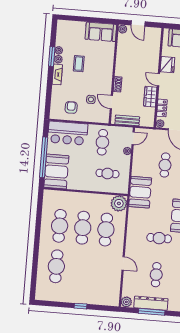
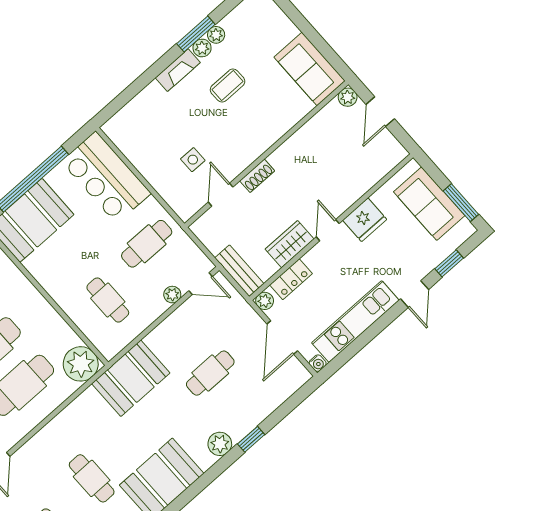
armchair: (71, 107) -> (150, 143), removed
bench: (127, 120) -> (239, 271), moved

